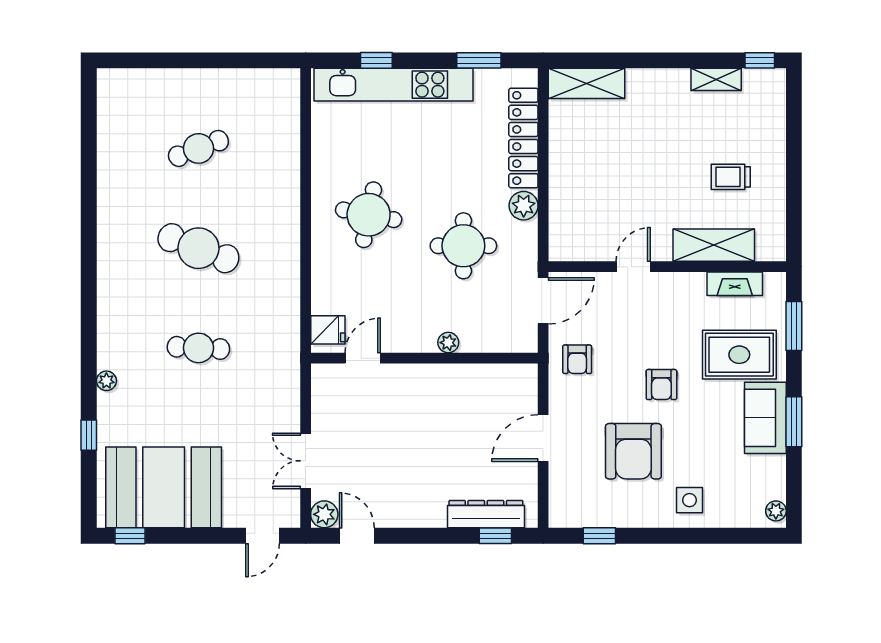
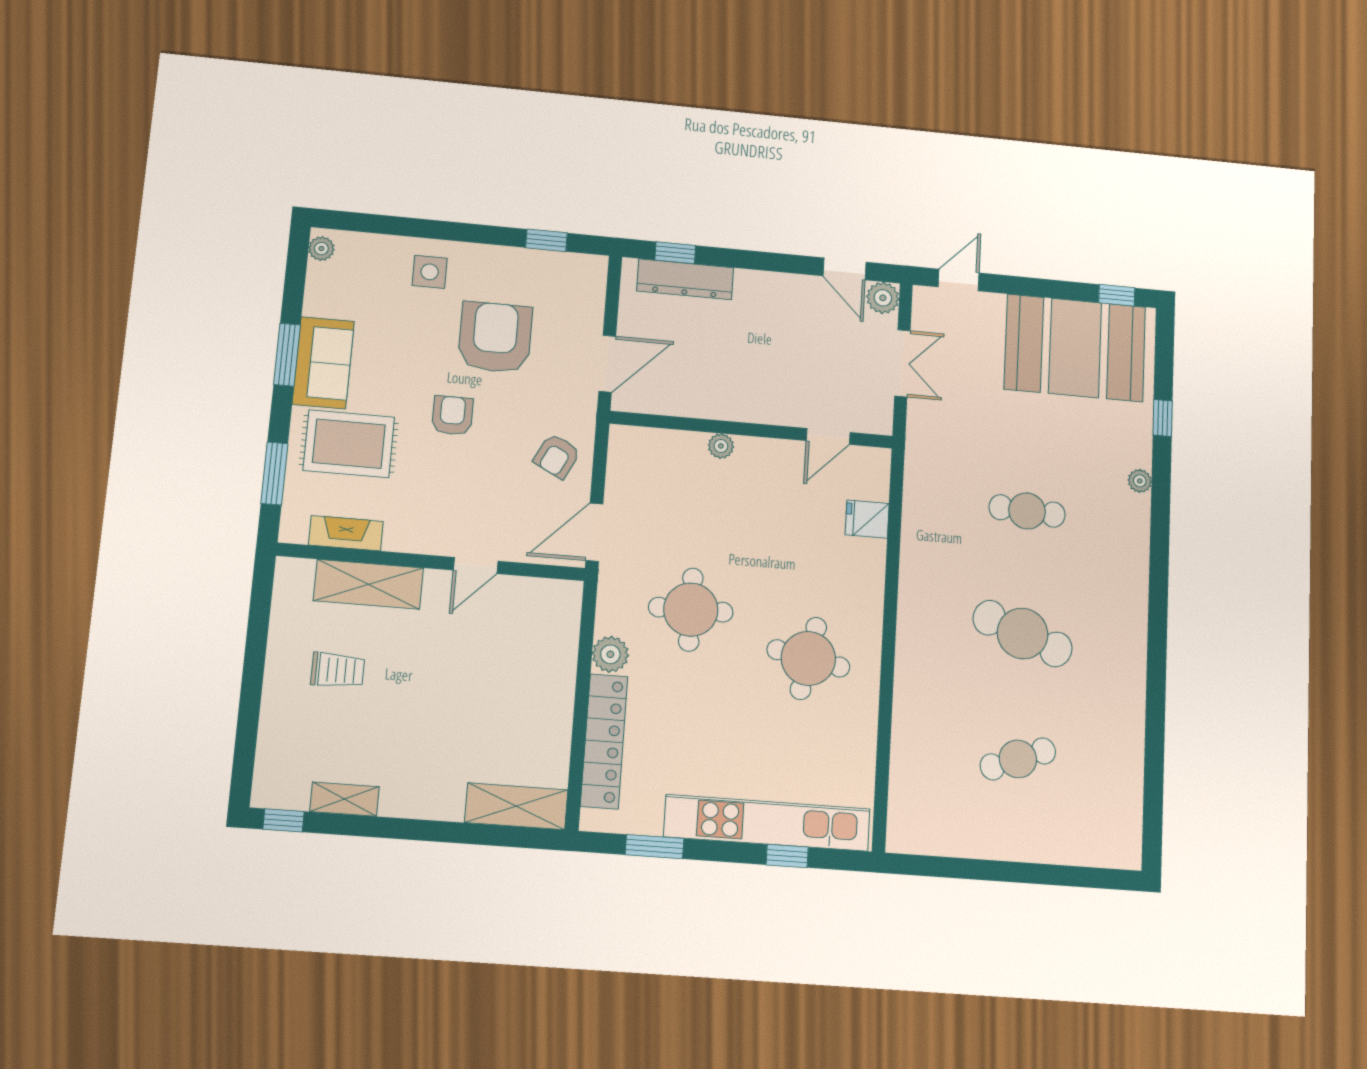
plant: (448, 343) -> (721, 446), moved
door: (363, 358) -> (828, 436), moved
wall: (424, 358) -> (752, 430), moved
armchair: (577, 359) -> (557, 456), turned -153

